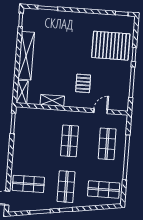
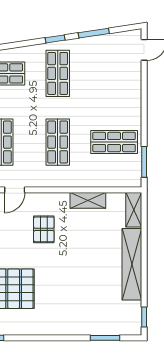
shop shelf: (28, 184) -> (114, 142), moved

